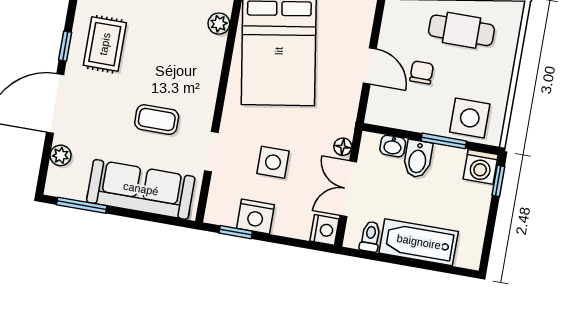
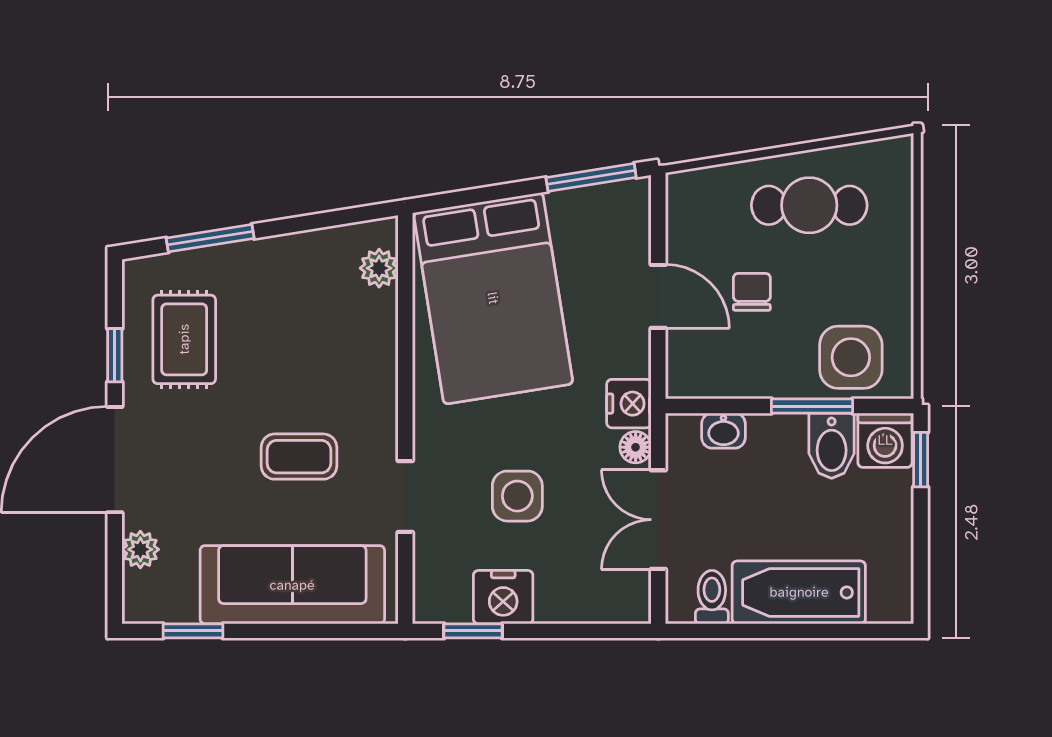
bidet: (418, 159) -> (832, 446), moved
window: (82, 205) -> (193, 631), width x0.67
nightstand: (324, 230) -> (629, 404), moved

